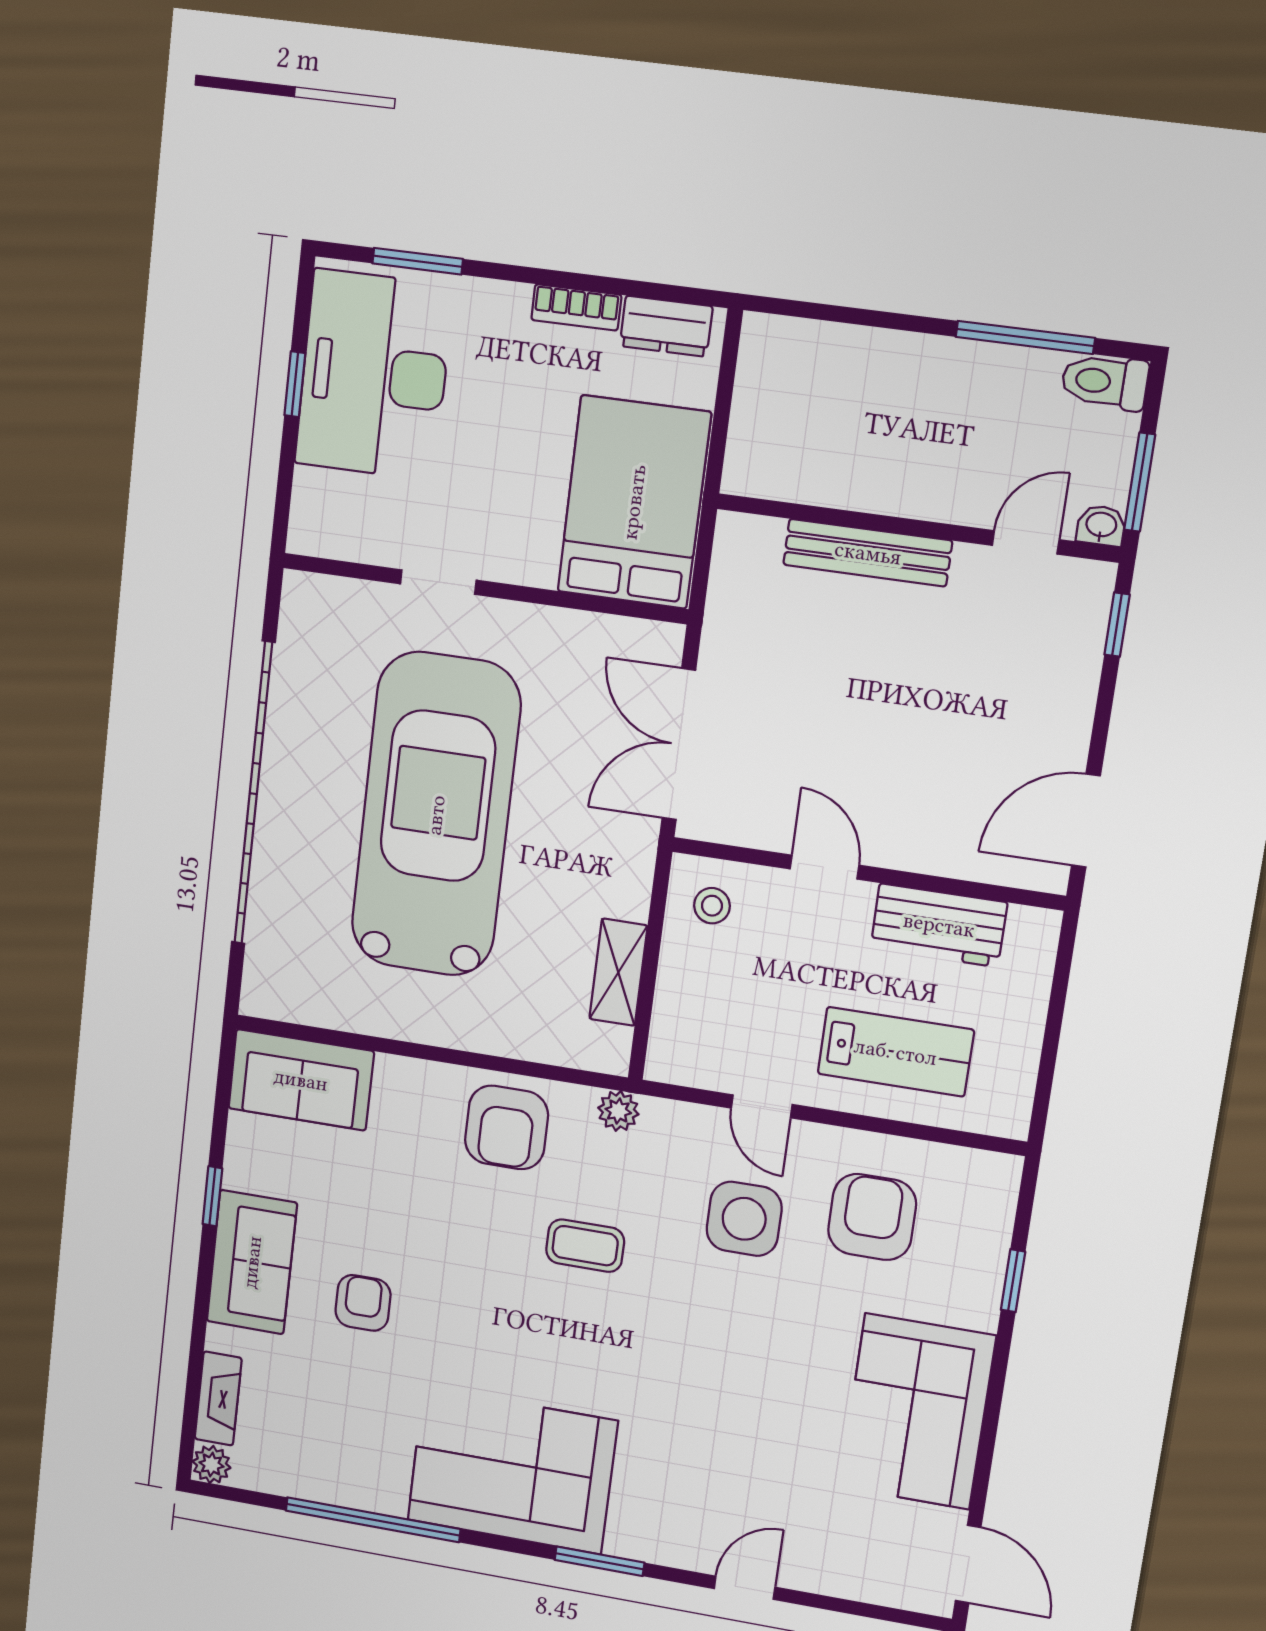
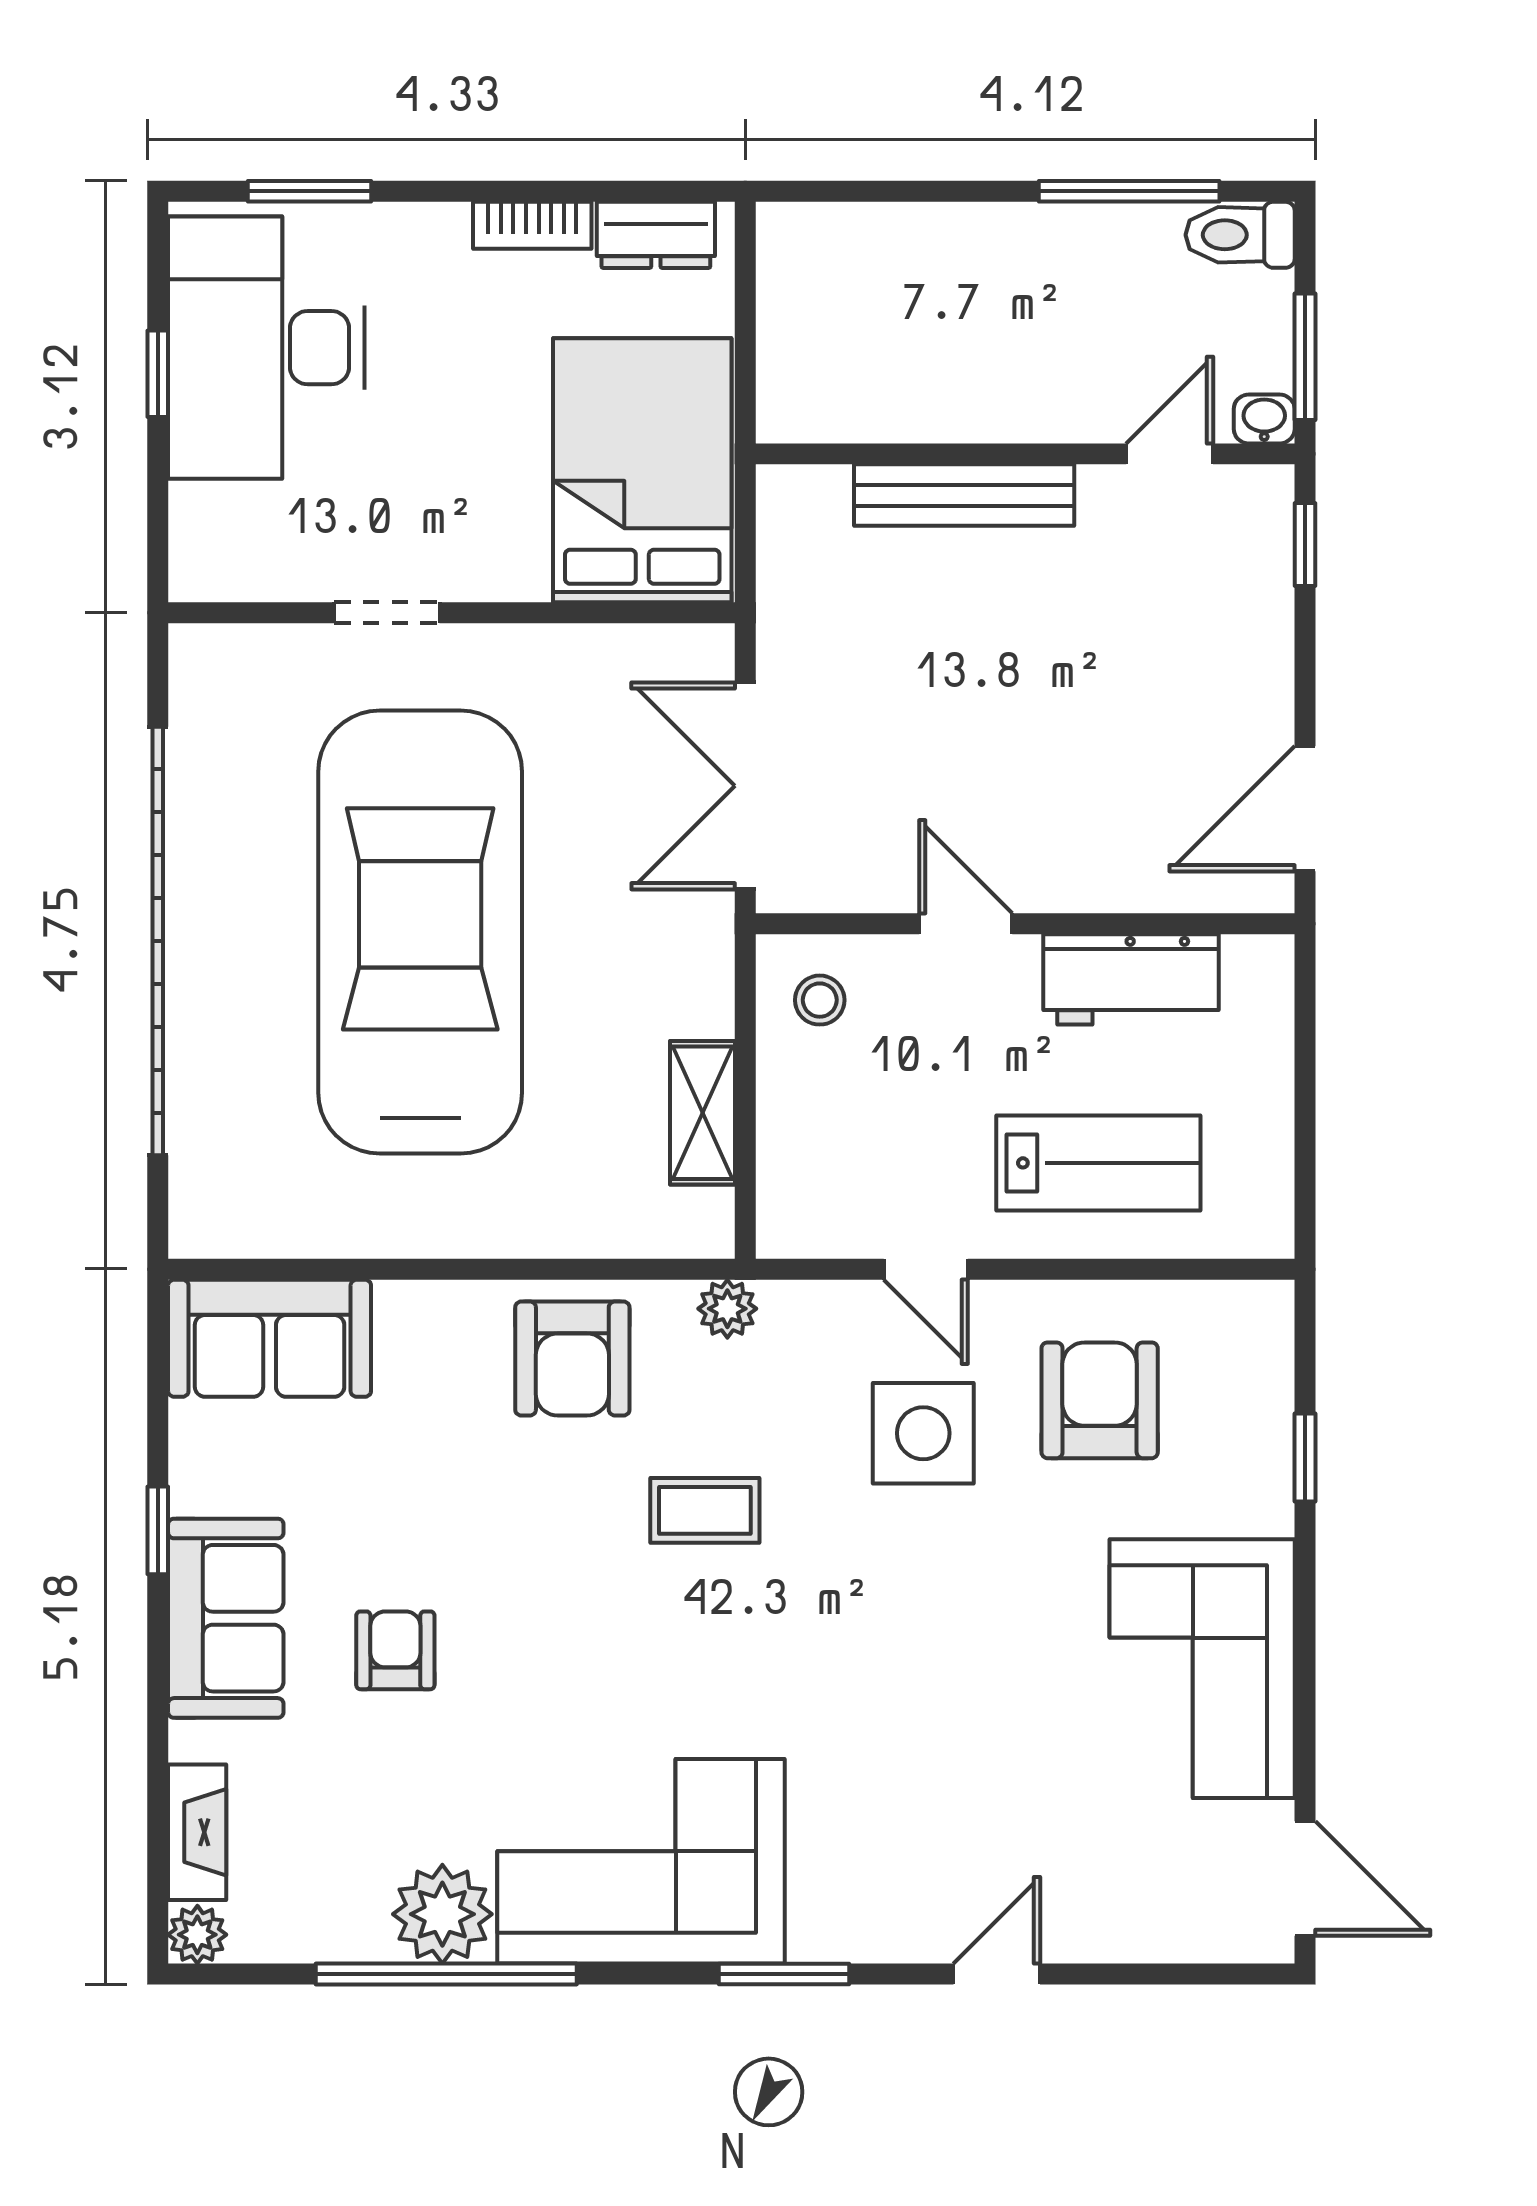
plant: (375, 1481) -> (442, 1914), added

